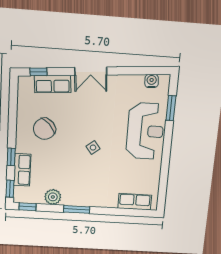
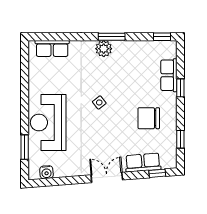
chair: (44, 129) -> (149, 118), turned -137
window: (10, 189) -> (180, 139), moved
plant: (53, 197) -> (104, 49), moved

